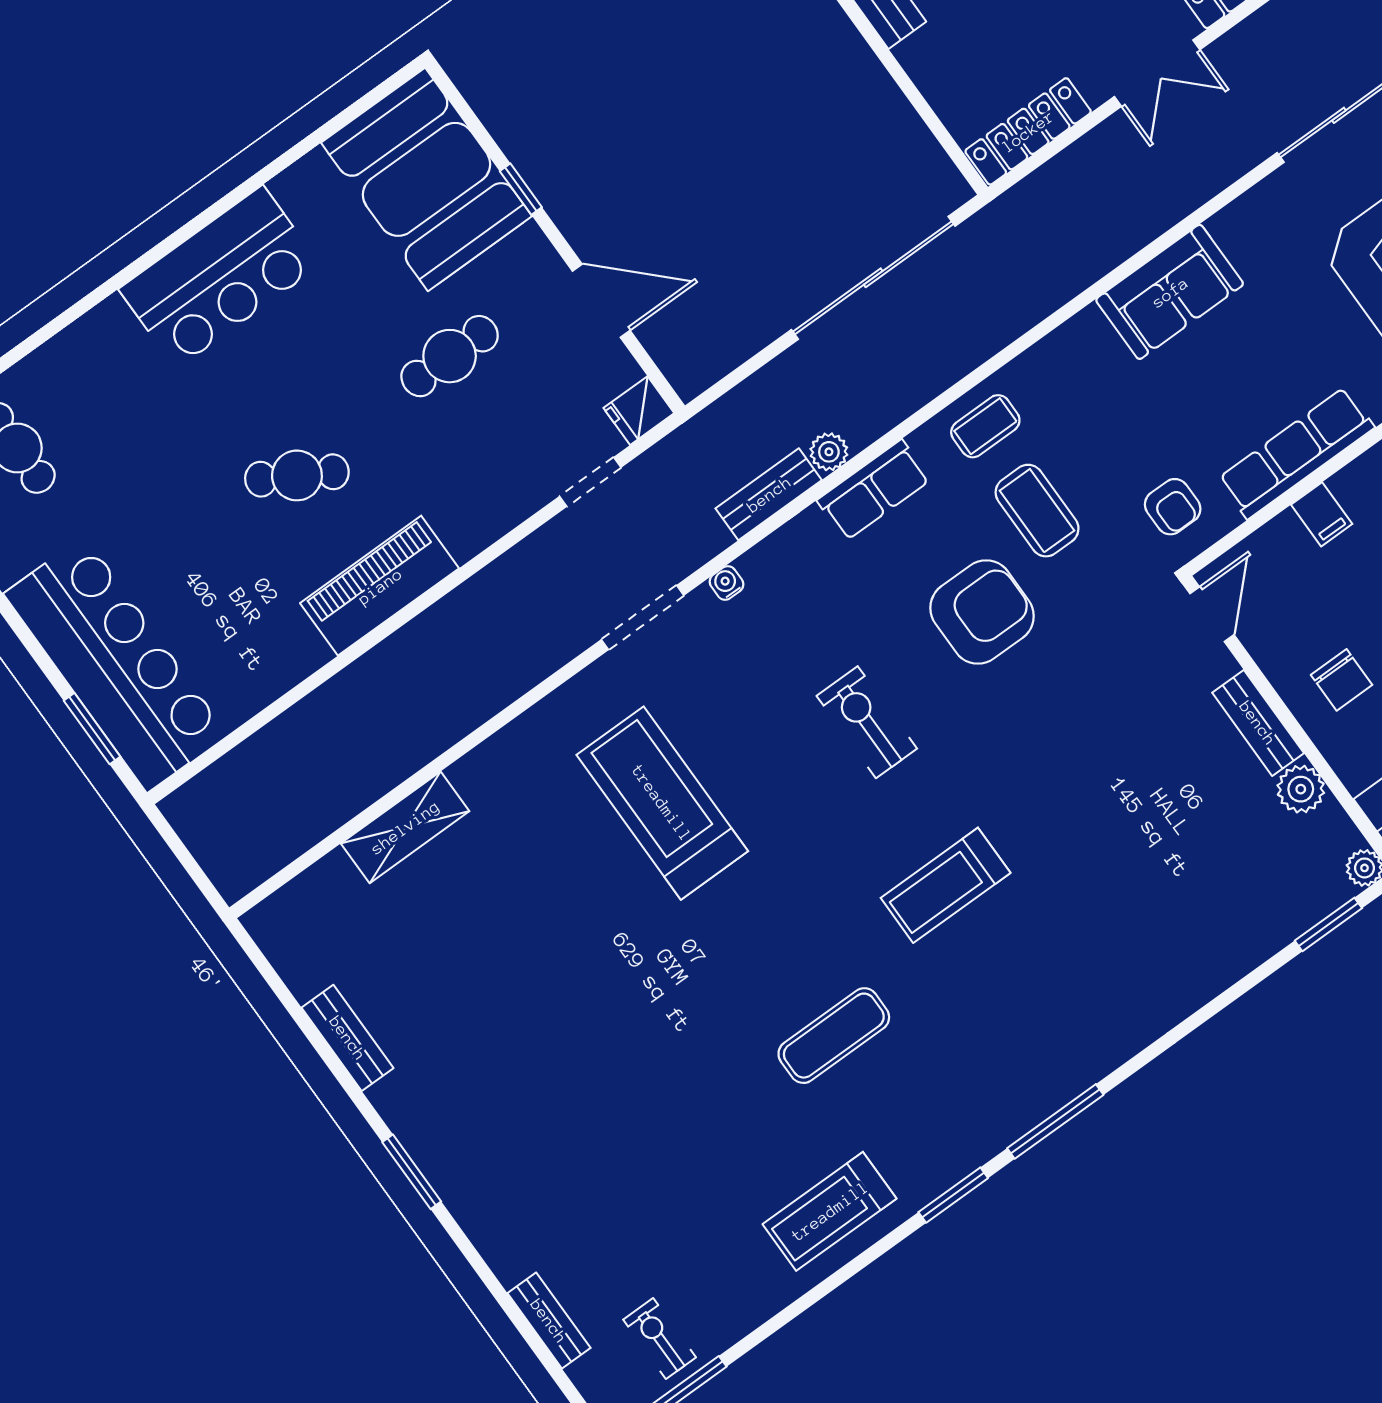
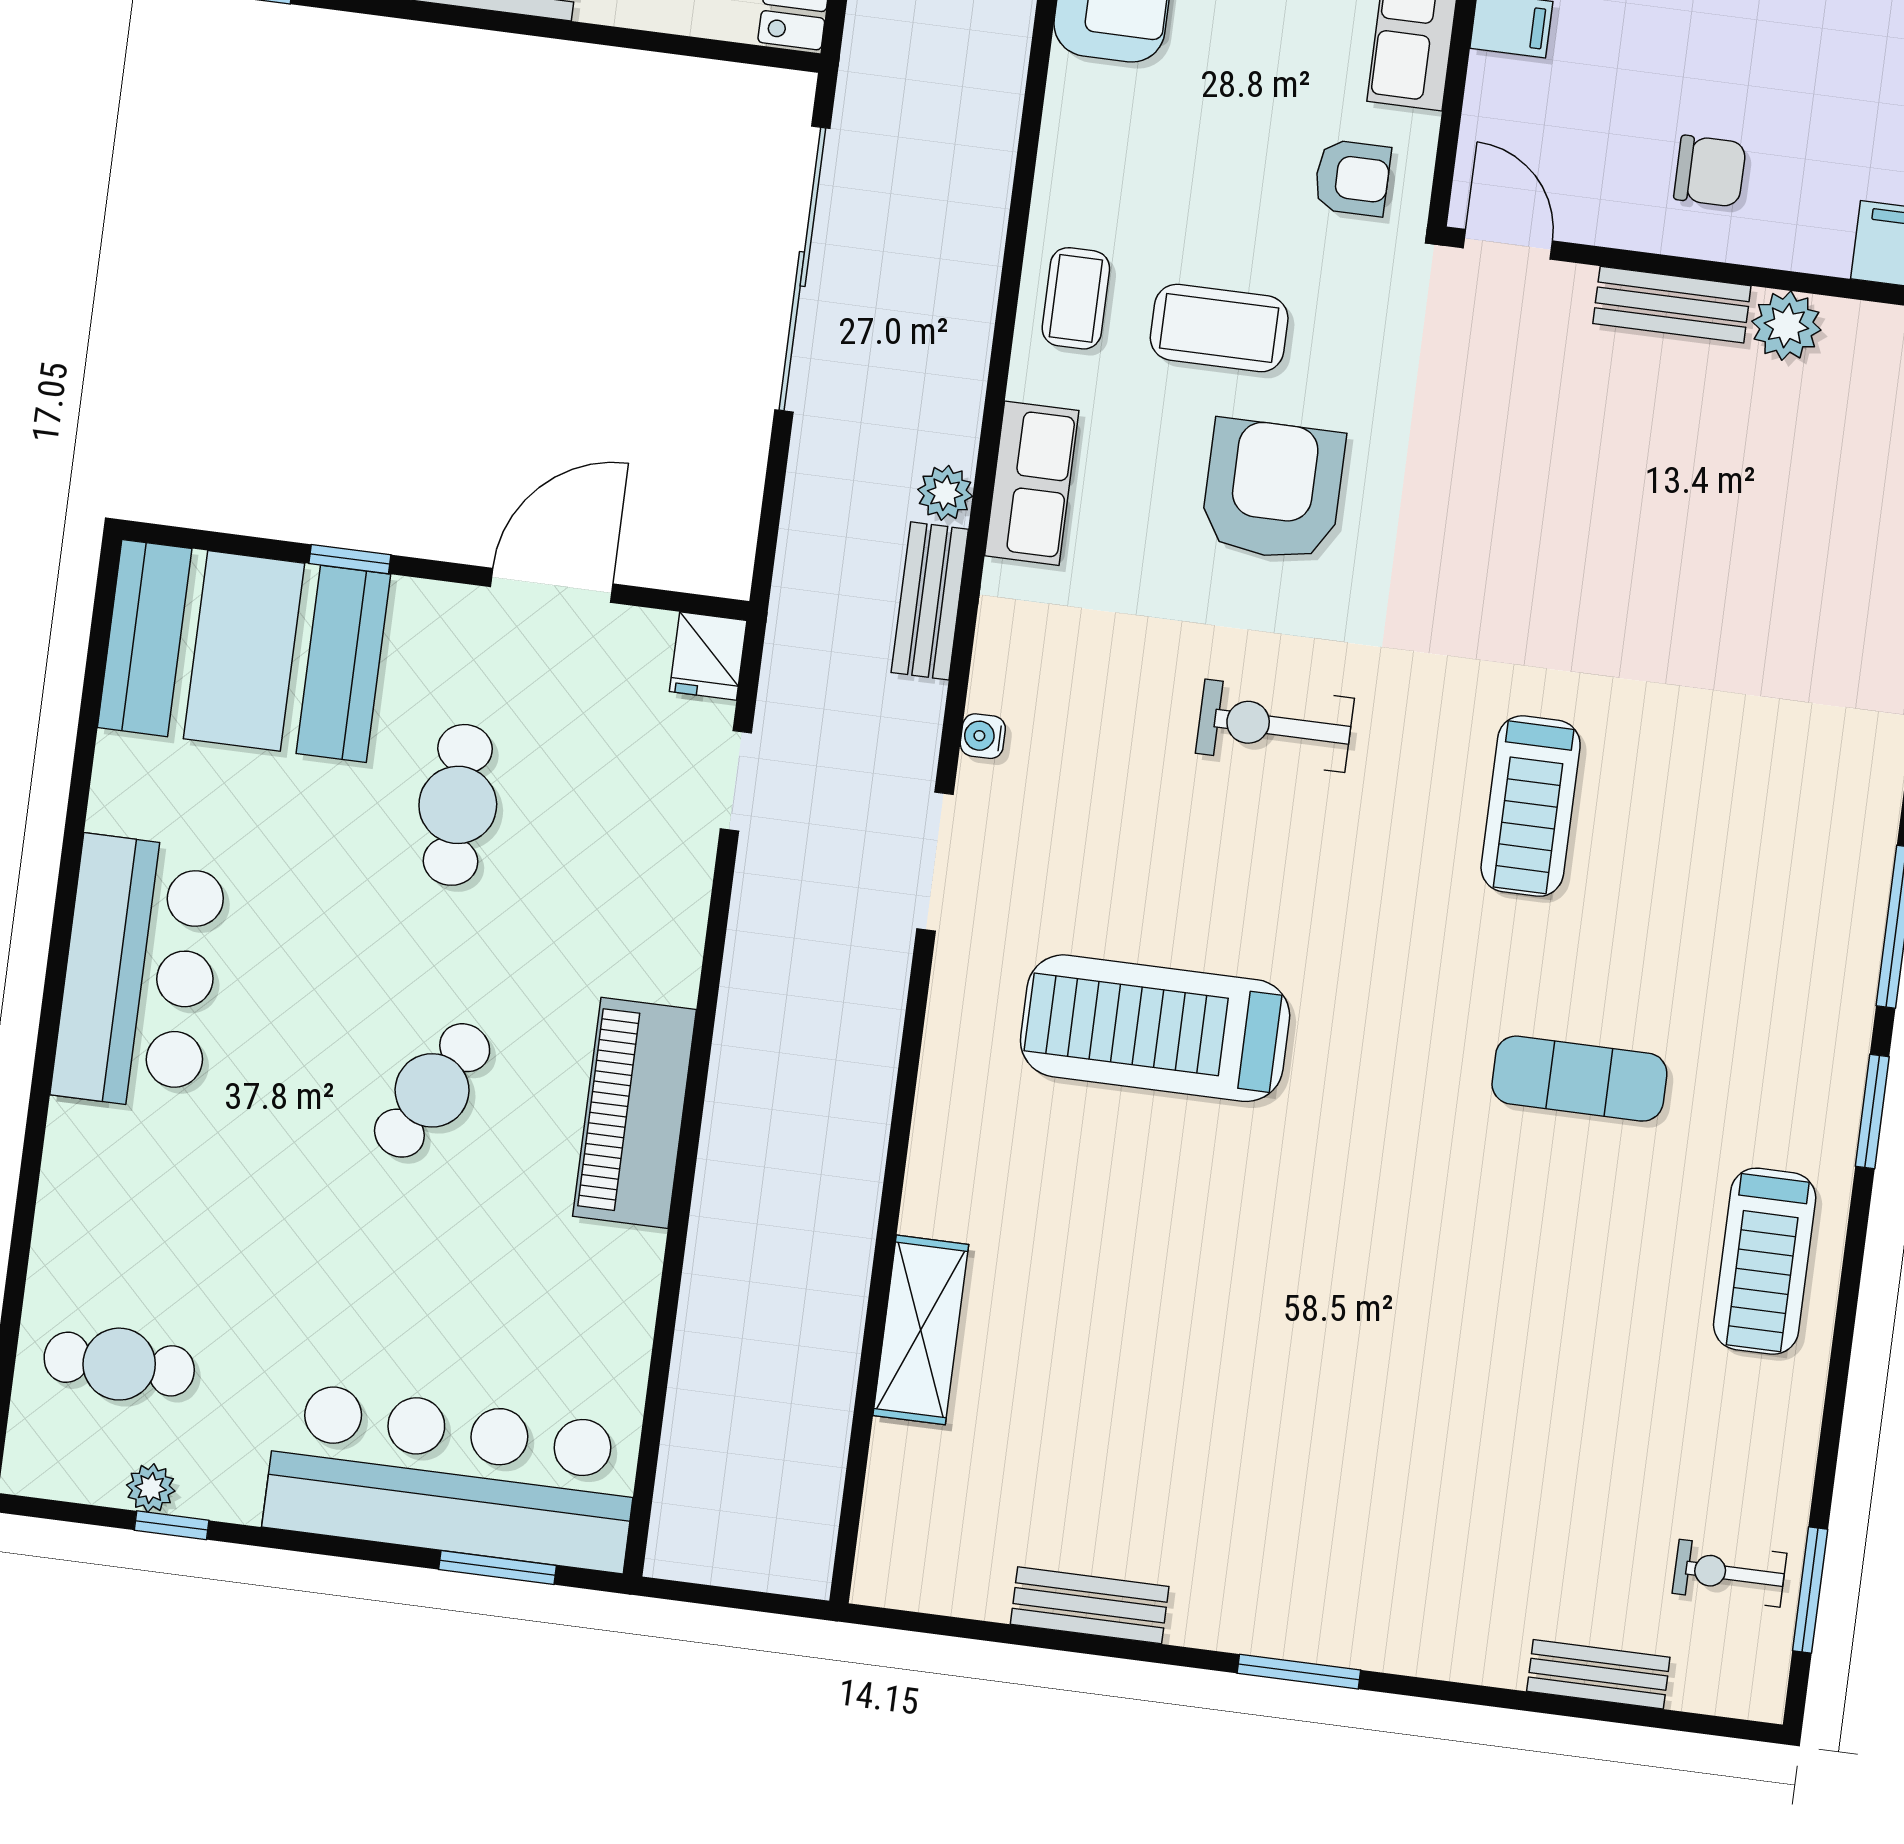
exercise mat: (834, 1036) -> (1579, 1079), turned 90

